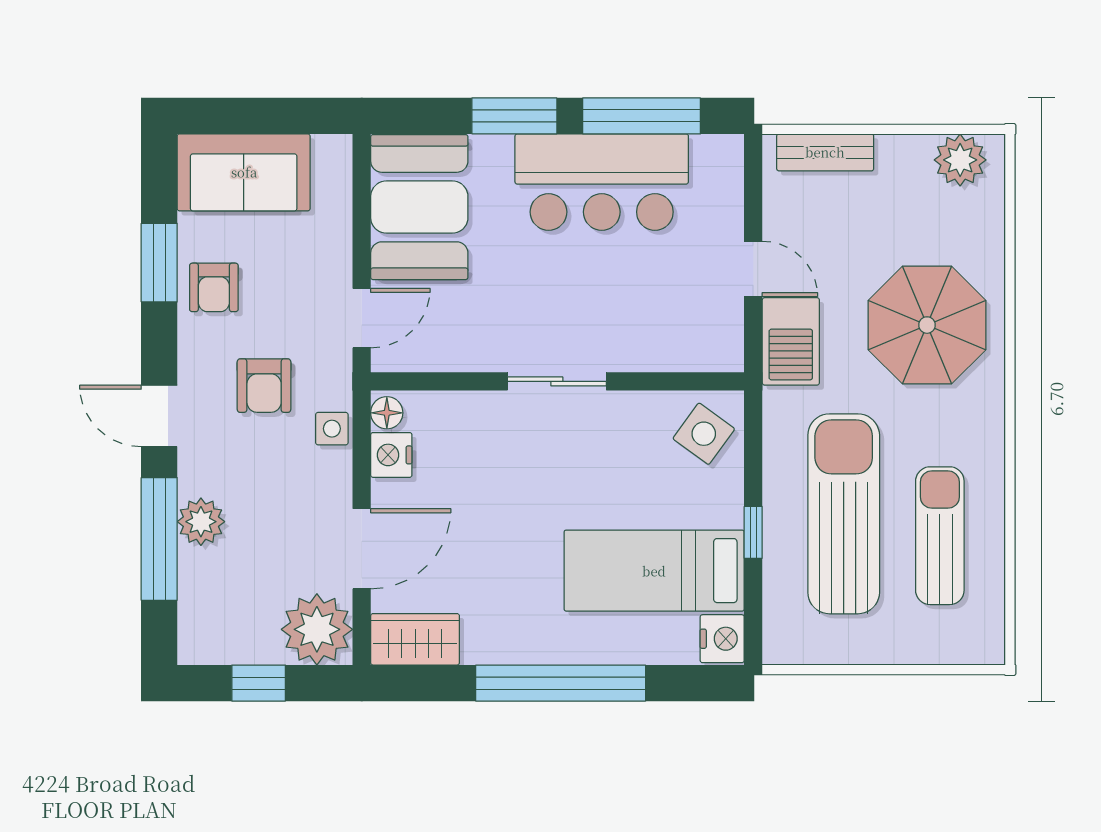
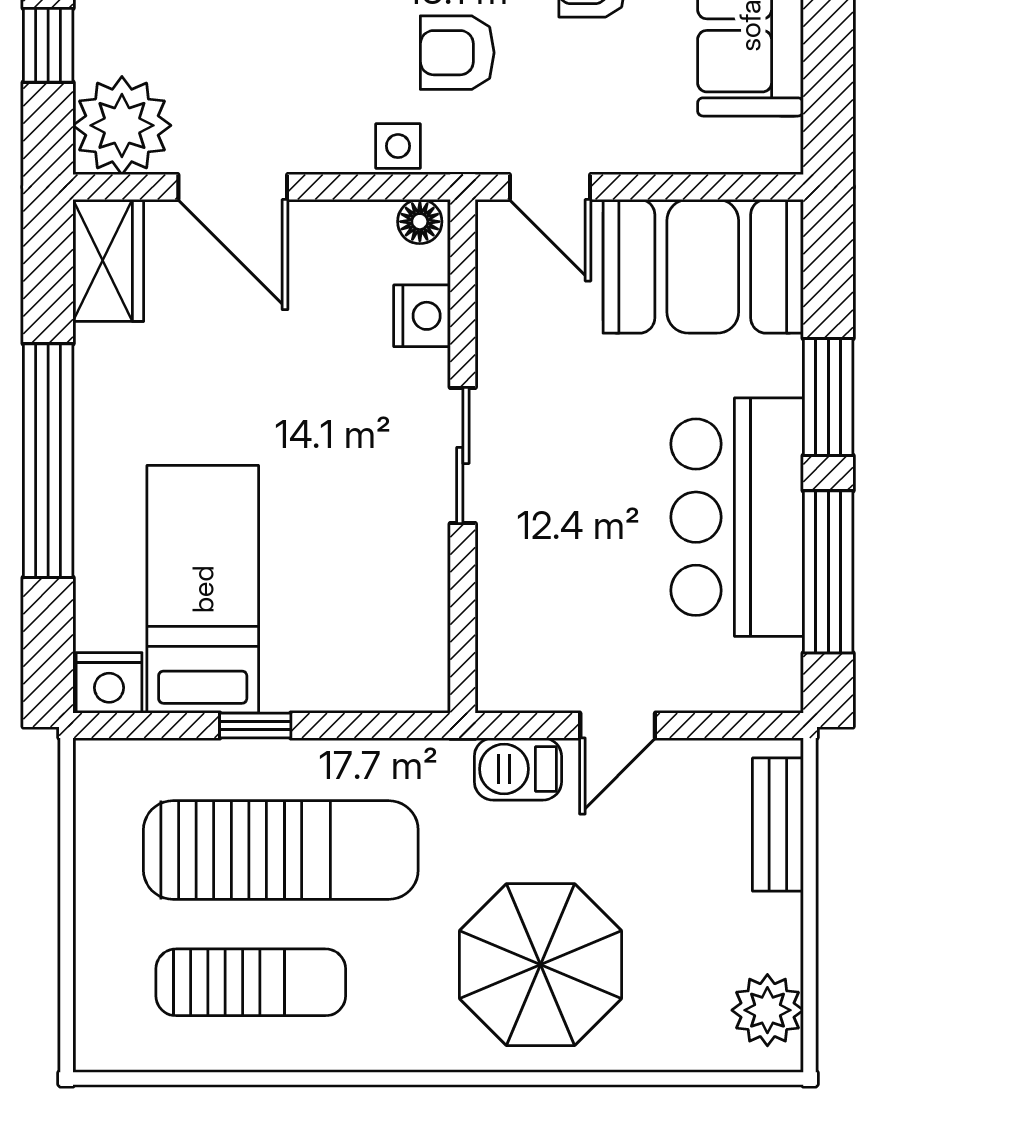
barbecue: (791, 341) -> (518, 769), width x0.73, depth x0.79
side table: (704, 434) -> (391, 658), removed
nightstand: (391, 455) -> (422, 316), moved, turned 90

